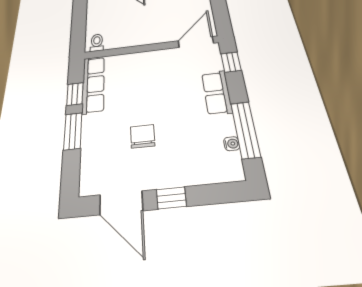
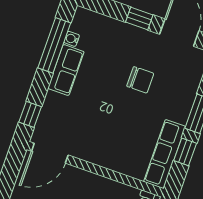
row of seats: (217, 93) -> (66, 70), moved
chair: (143, 136) -> (140, 80), turned -90

